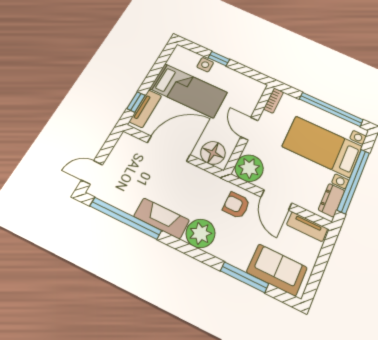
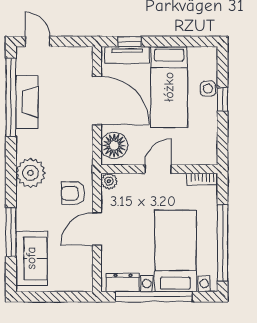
plant: (249, 168) -> (109, 181), width x0.53, depth x0.53
armchair: (236, 205) -> (73, 193), turned -90
fireplace: (162, 218) -> (27, 102), moved
tv unit: (307, 227) -> (85, 269), removed

